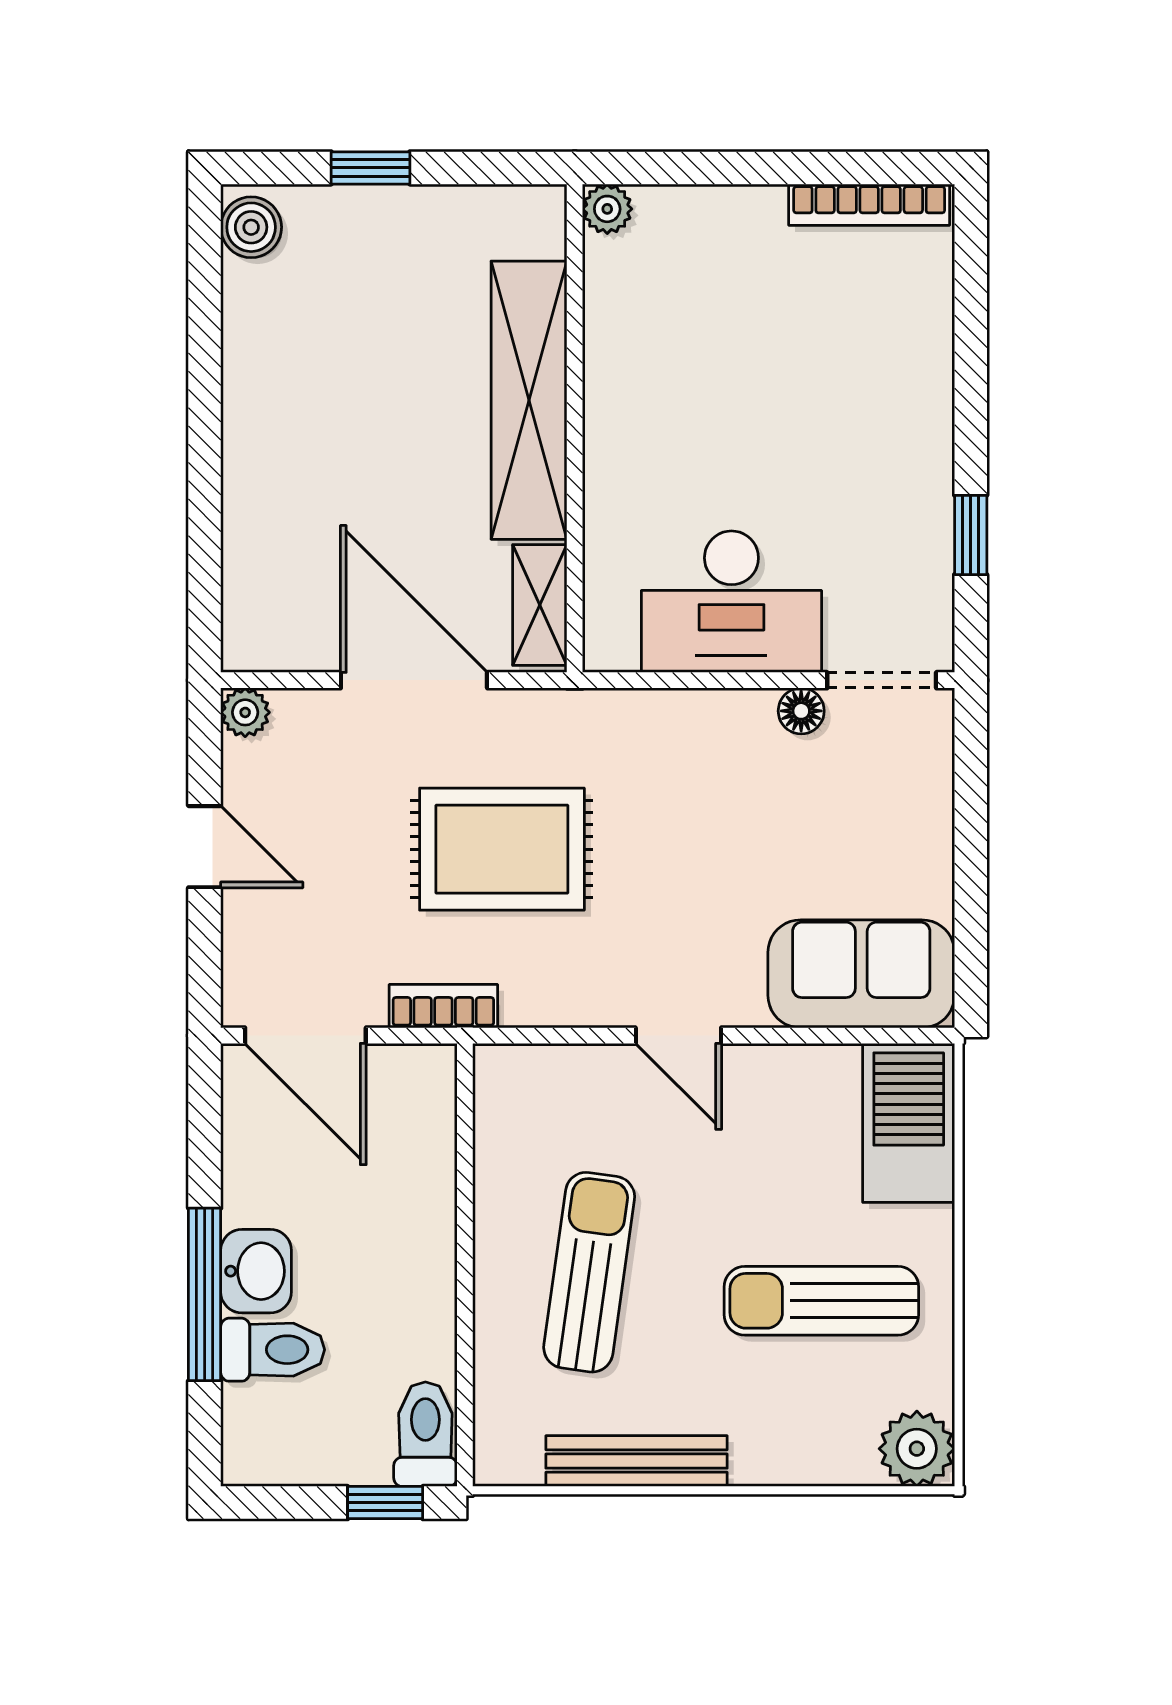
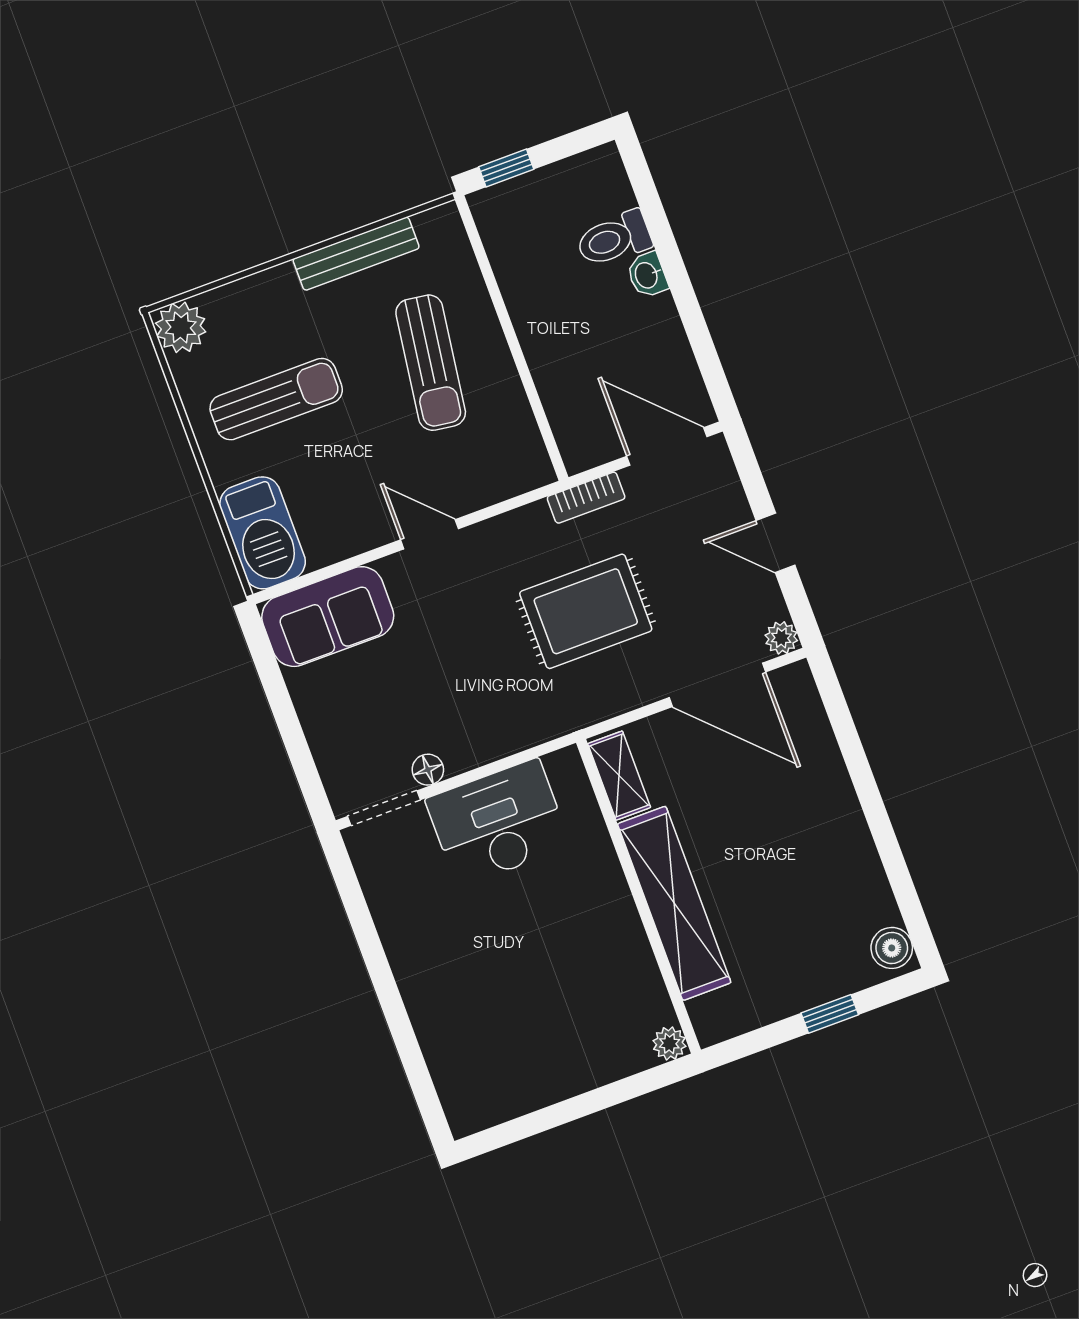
bookcase: (869, 205) -> (504, 1108), removed
window: (971, 535) -> (361, 922), removed
door: (414, 680) -> (717, 685), moved
washbasin: (256, 1271) -> (647, 275), width x0.72, depth x0.69
window: (205, 1294) -> (670, 258), removed
toilet: (425, 1434) -> (497, 221), removed

